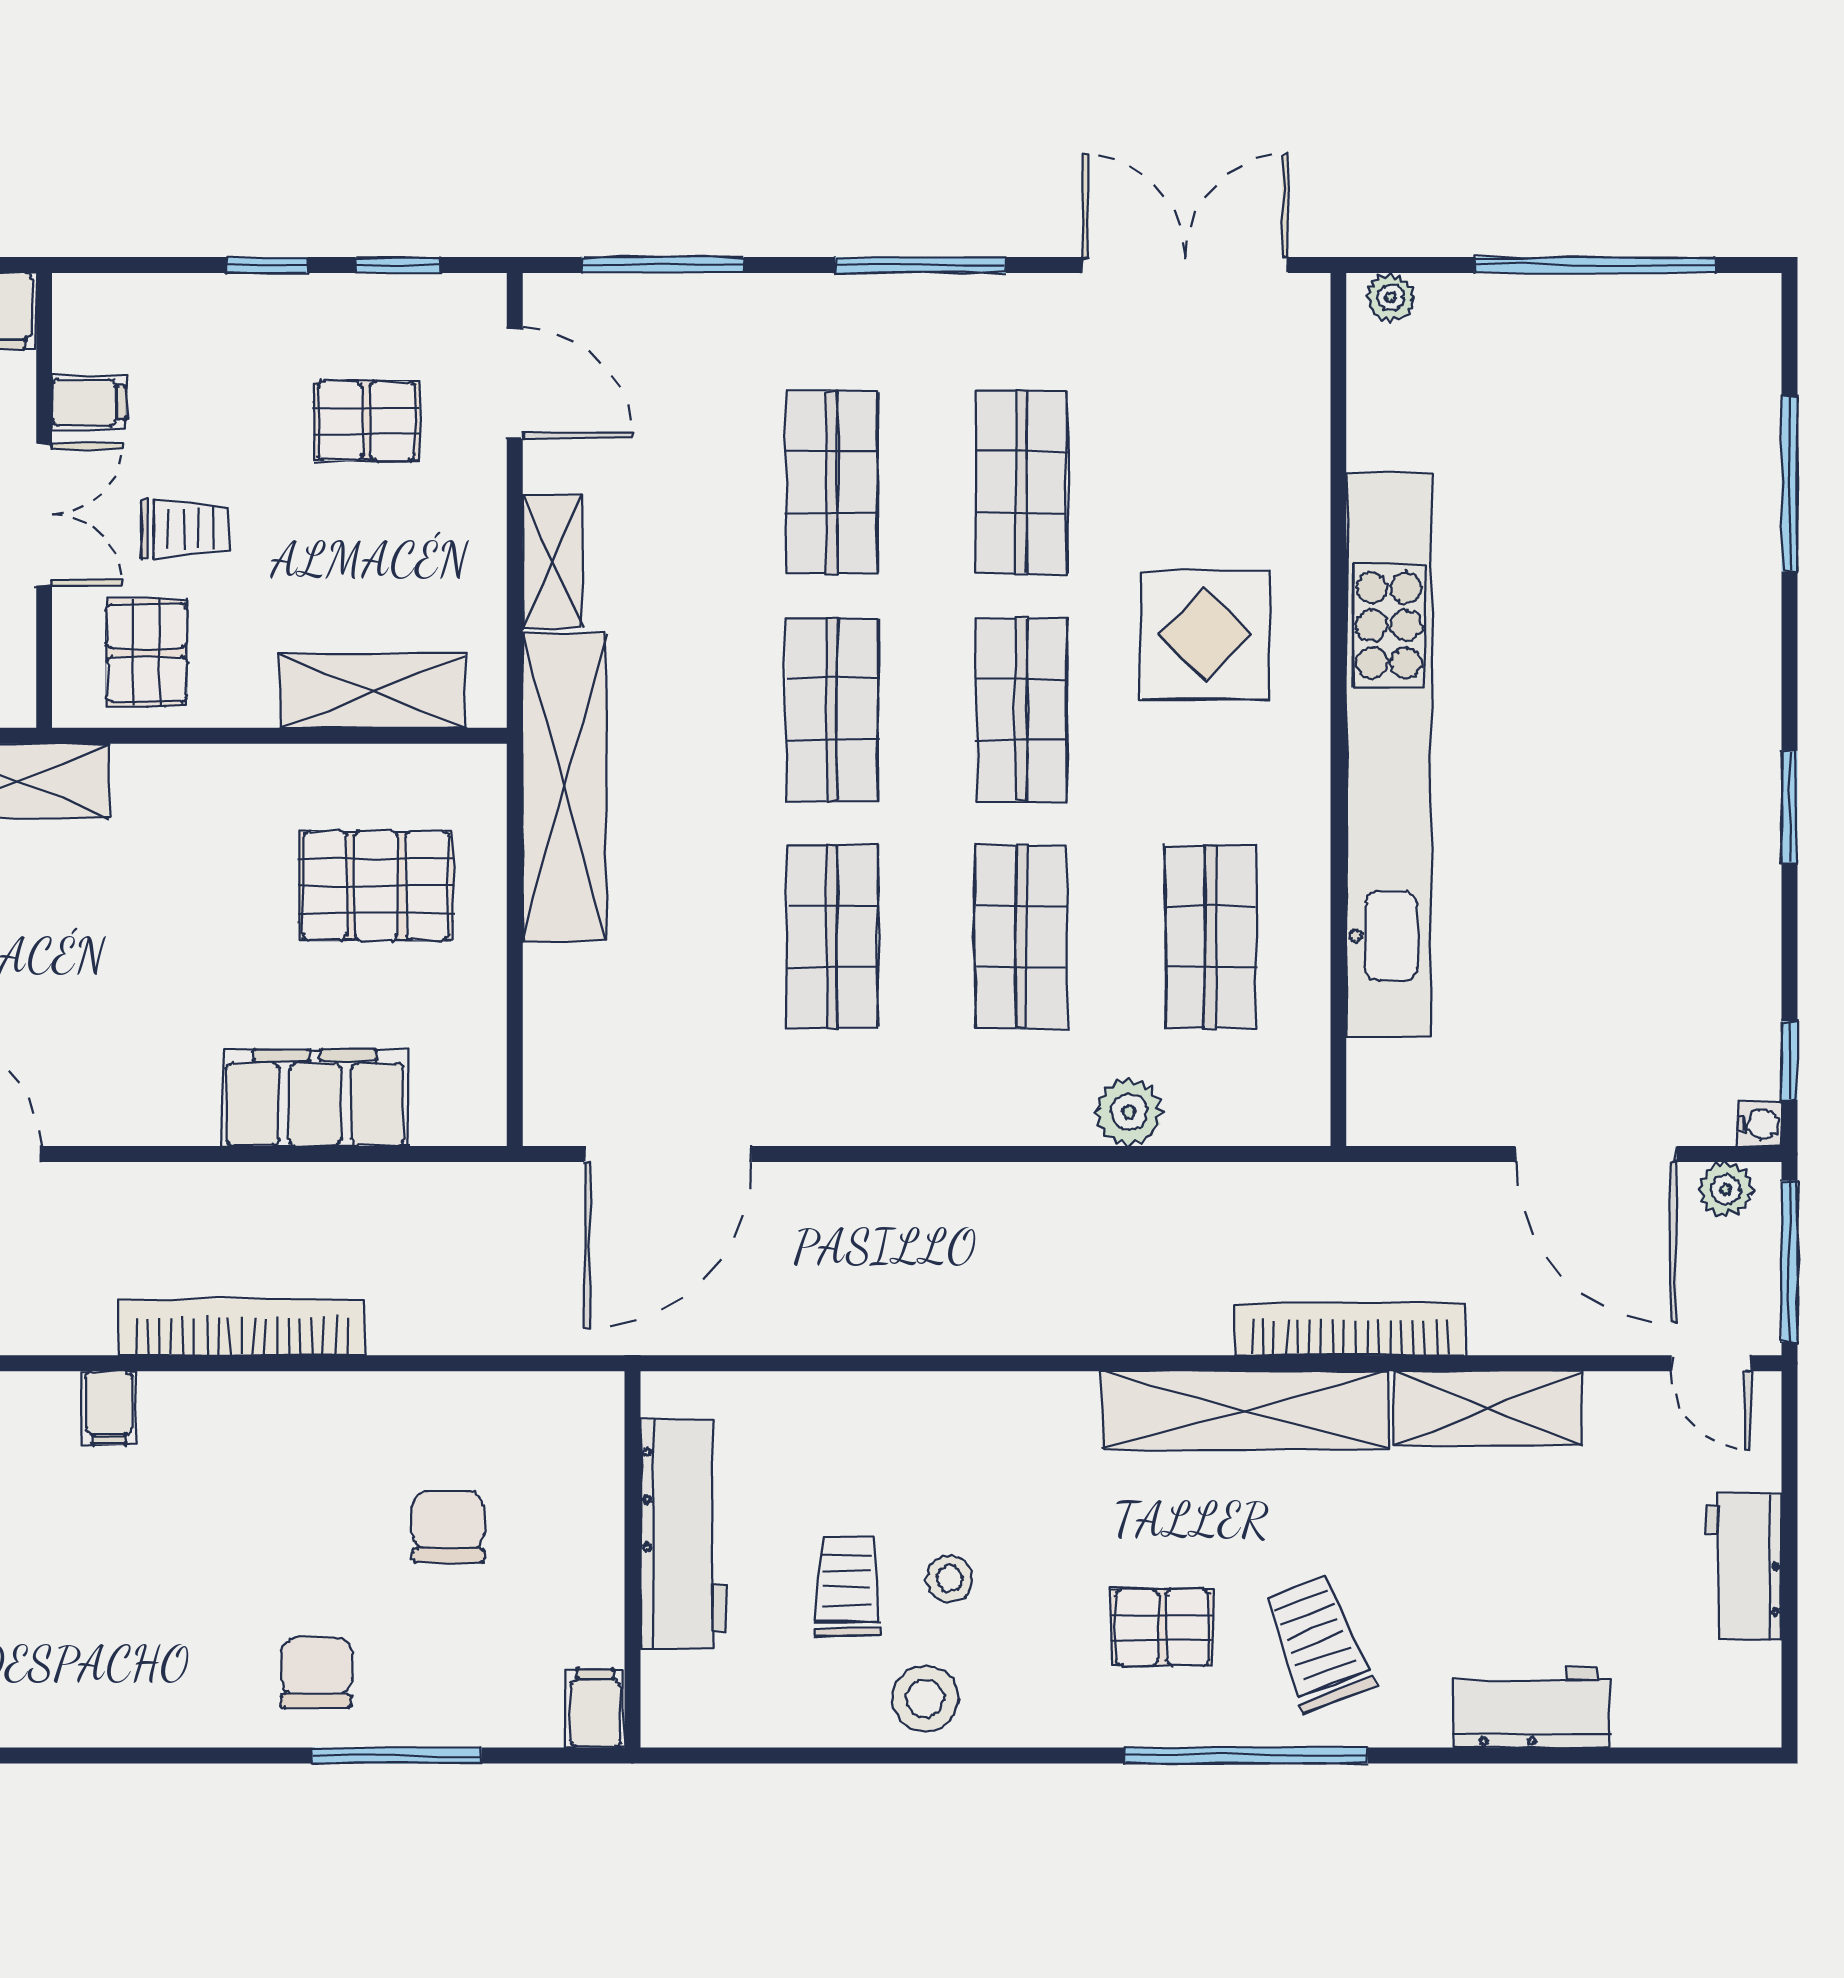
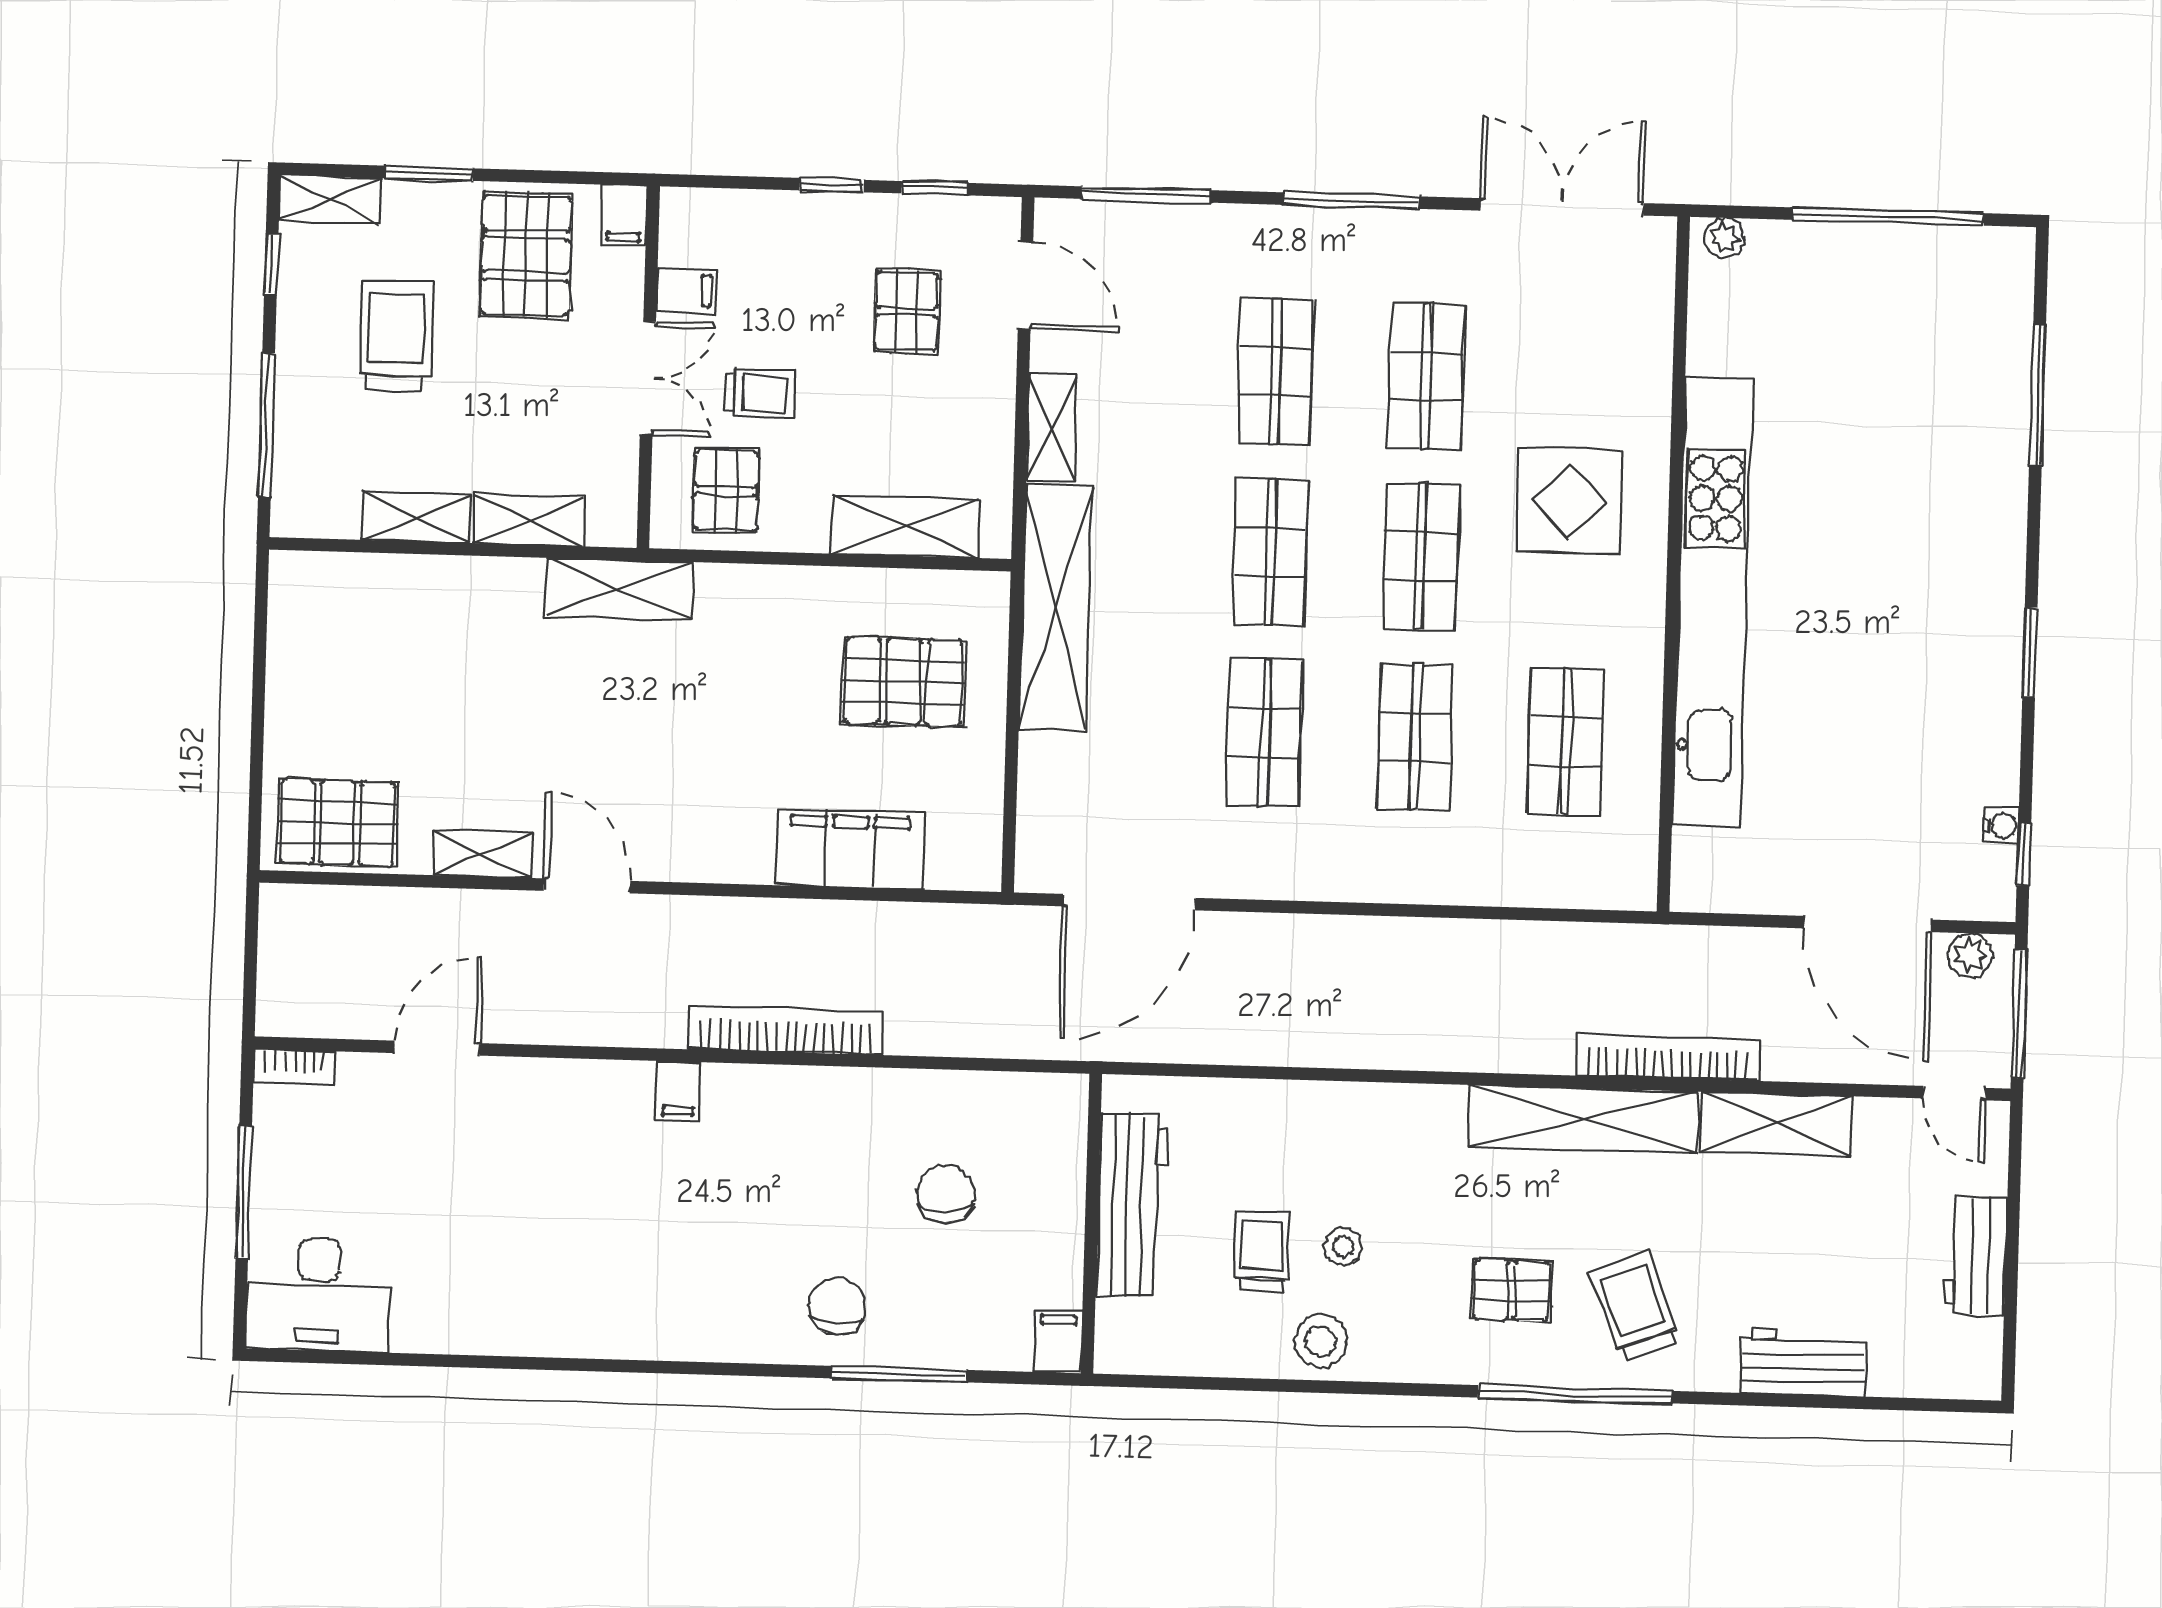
pallet: (366, 421) -> (907, 311), turned 90
plant: (1129, 1112) -> (1497, 879), removed
water cooler: (1759, 1124) -> (2001, 825), moved

